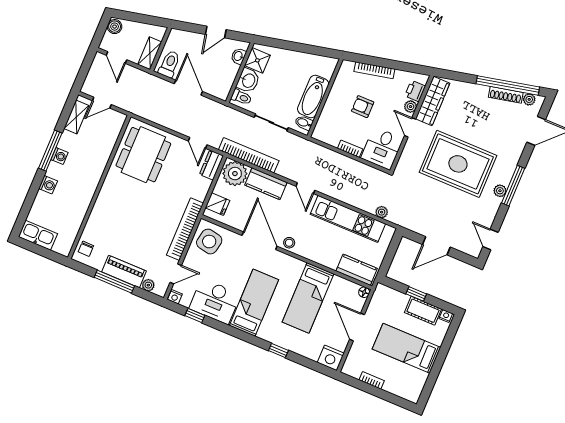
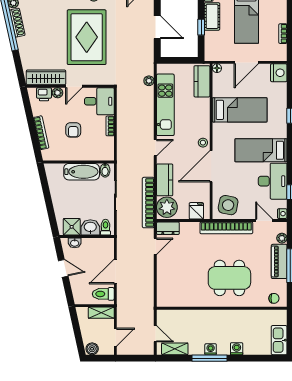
dining table: (143, 155) -> (229, 278), moved

